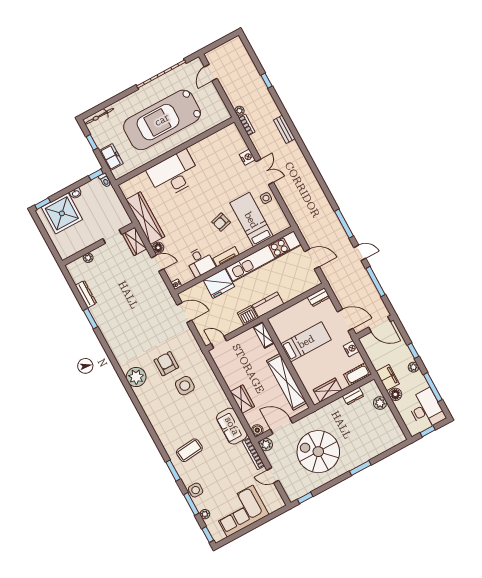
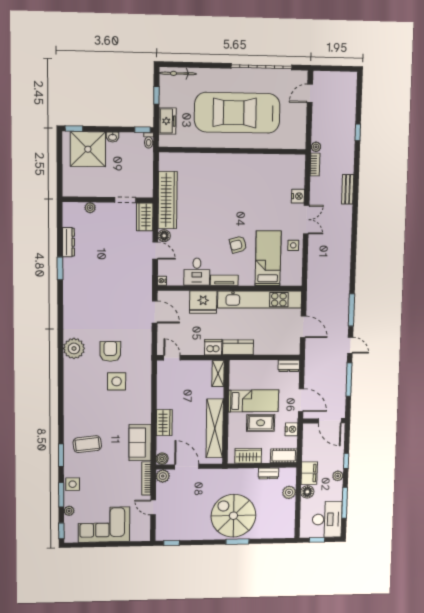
desk: (174, 174) -> (219, 173), removed
rug: (322, 357) -> (261, 423), added
spiral stairs: (318, 452) -> (233, 516), moved

